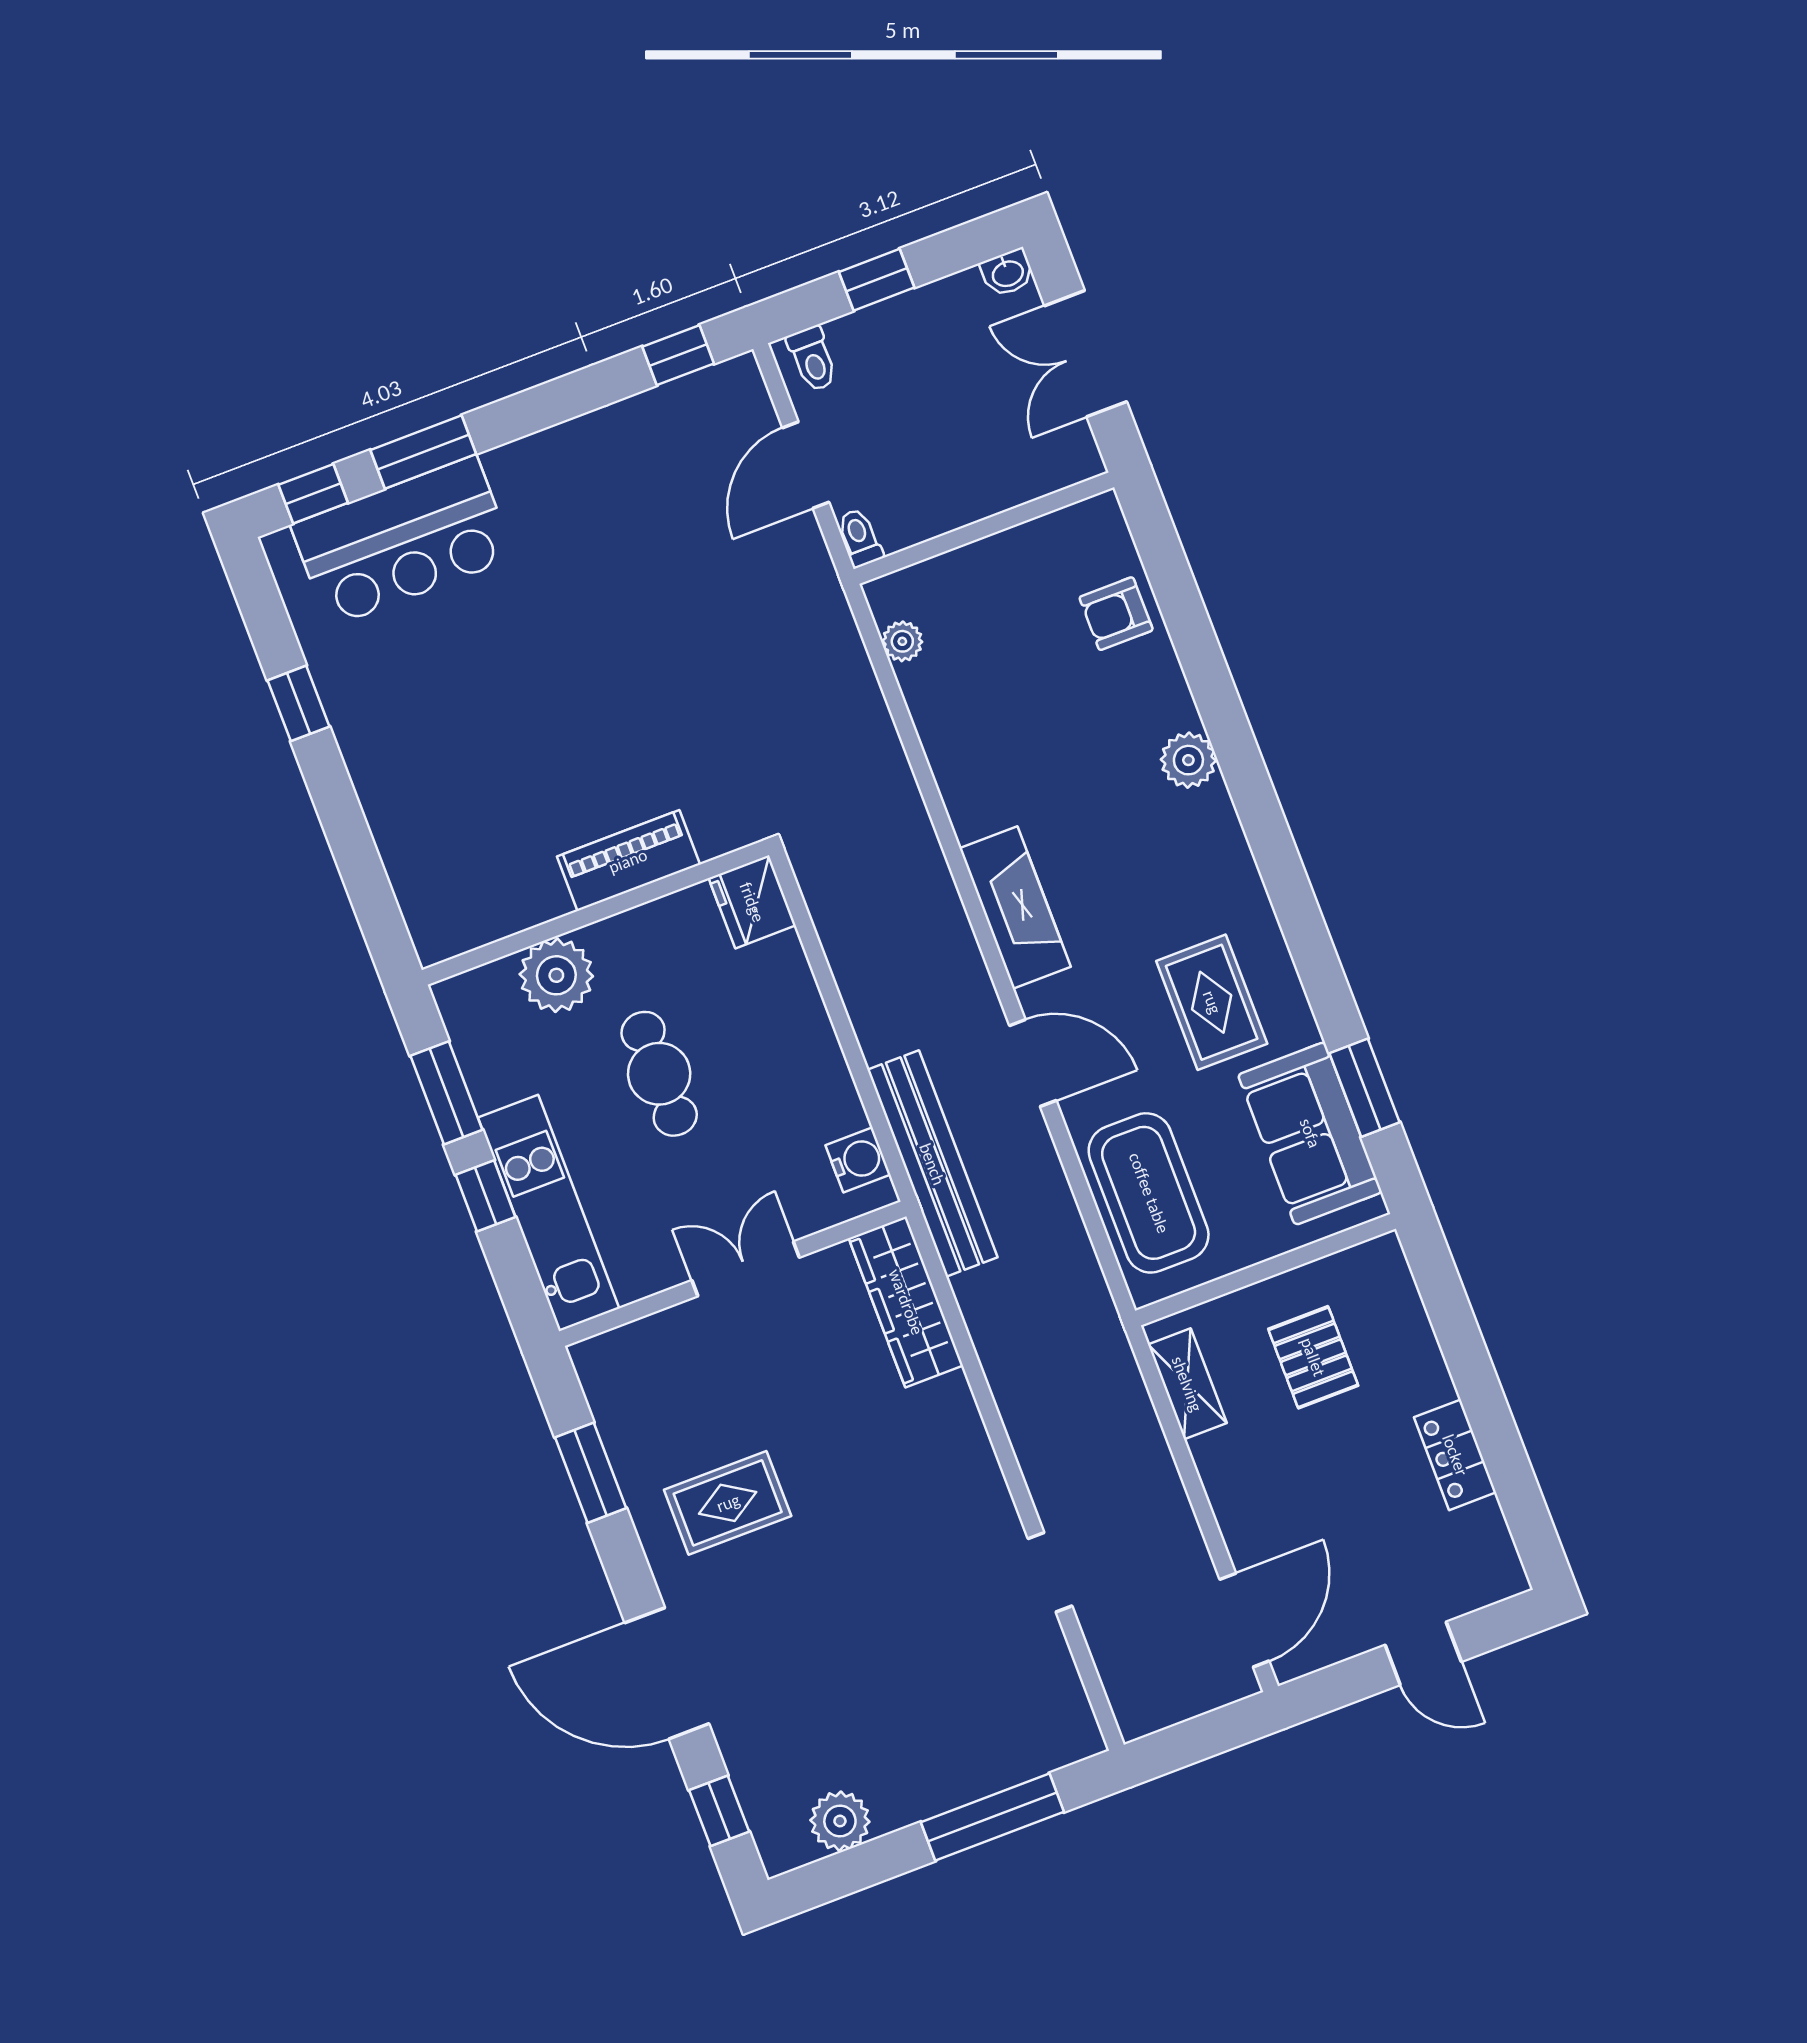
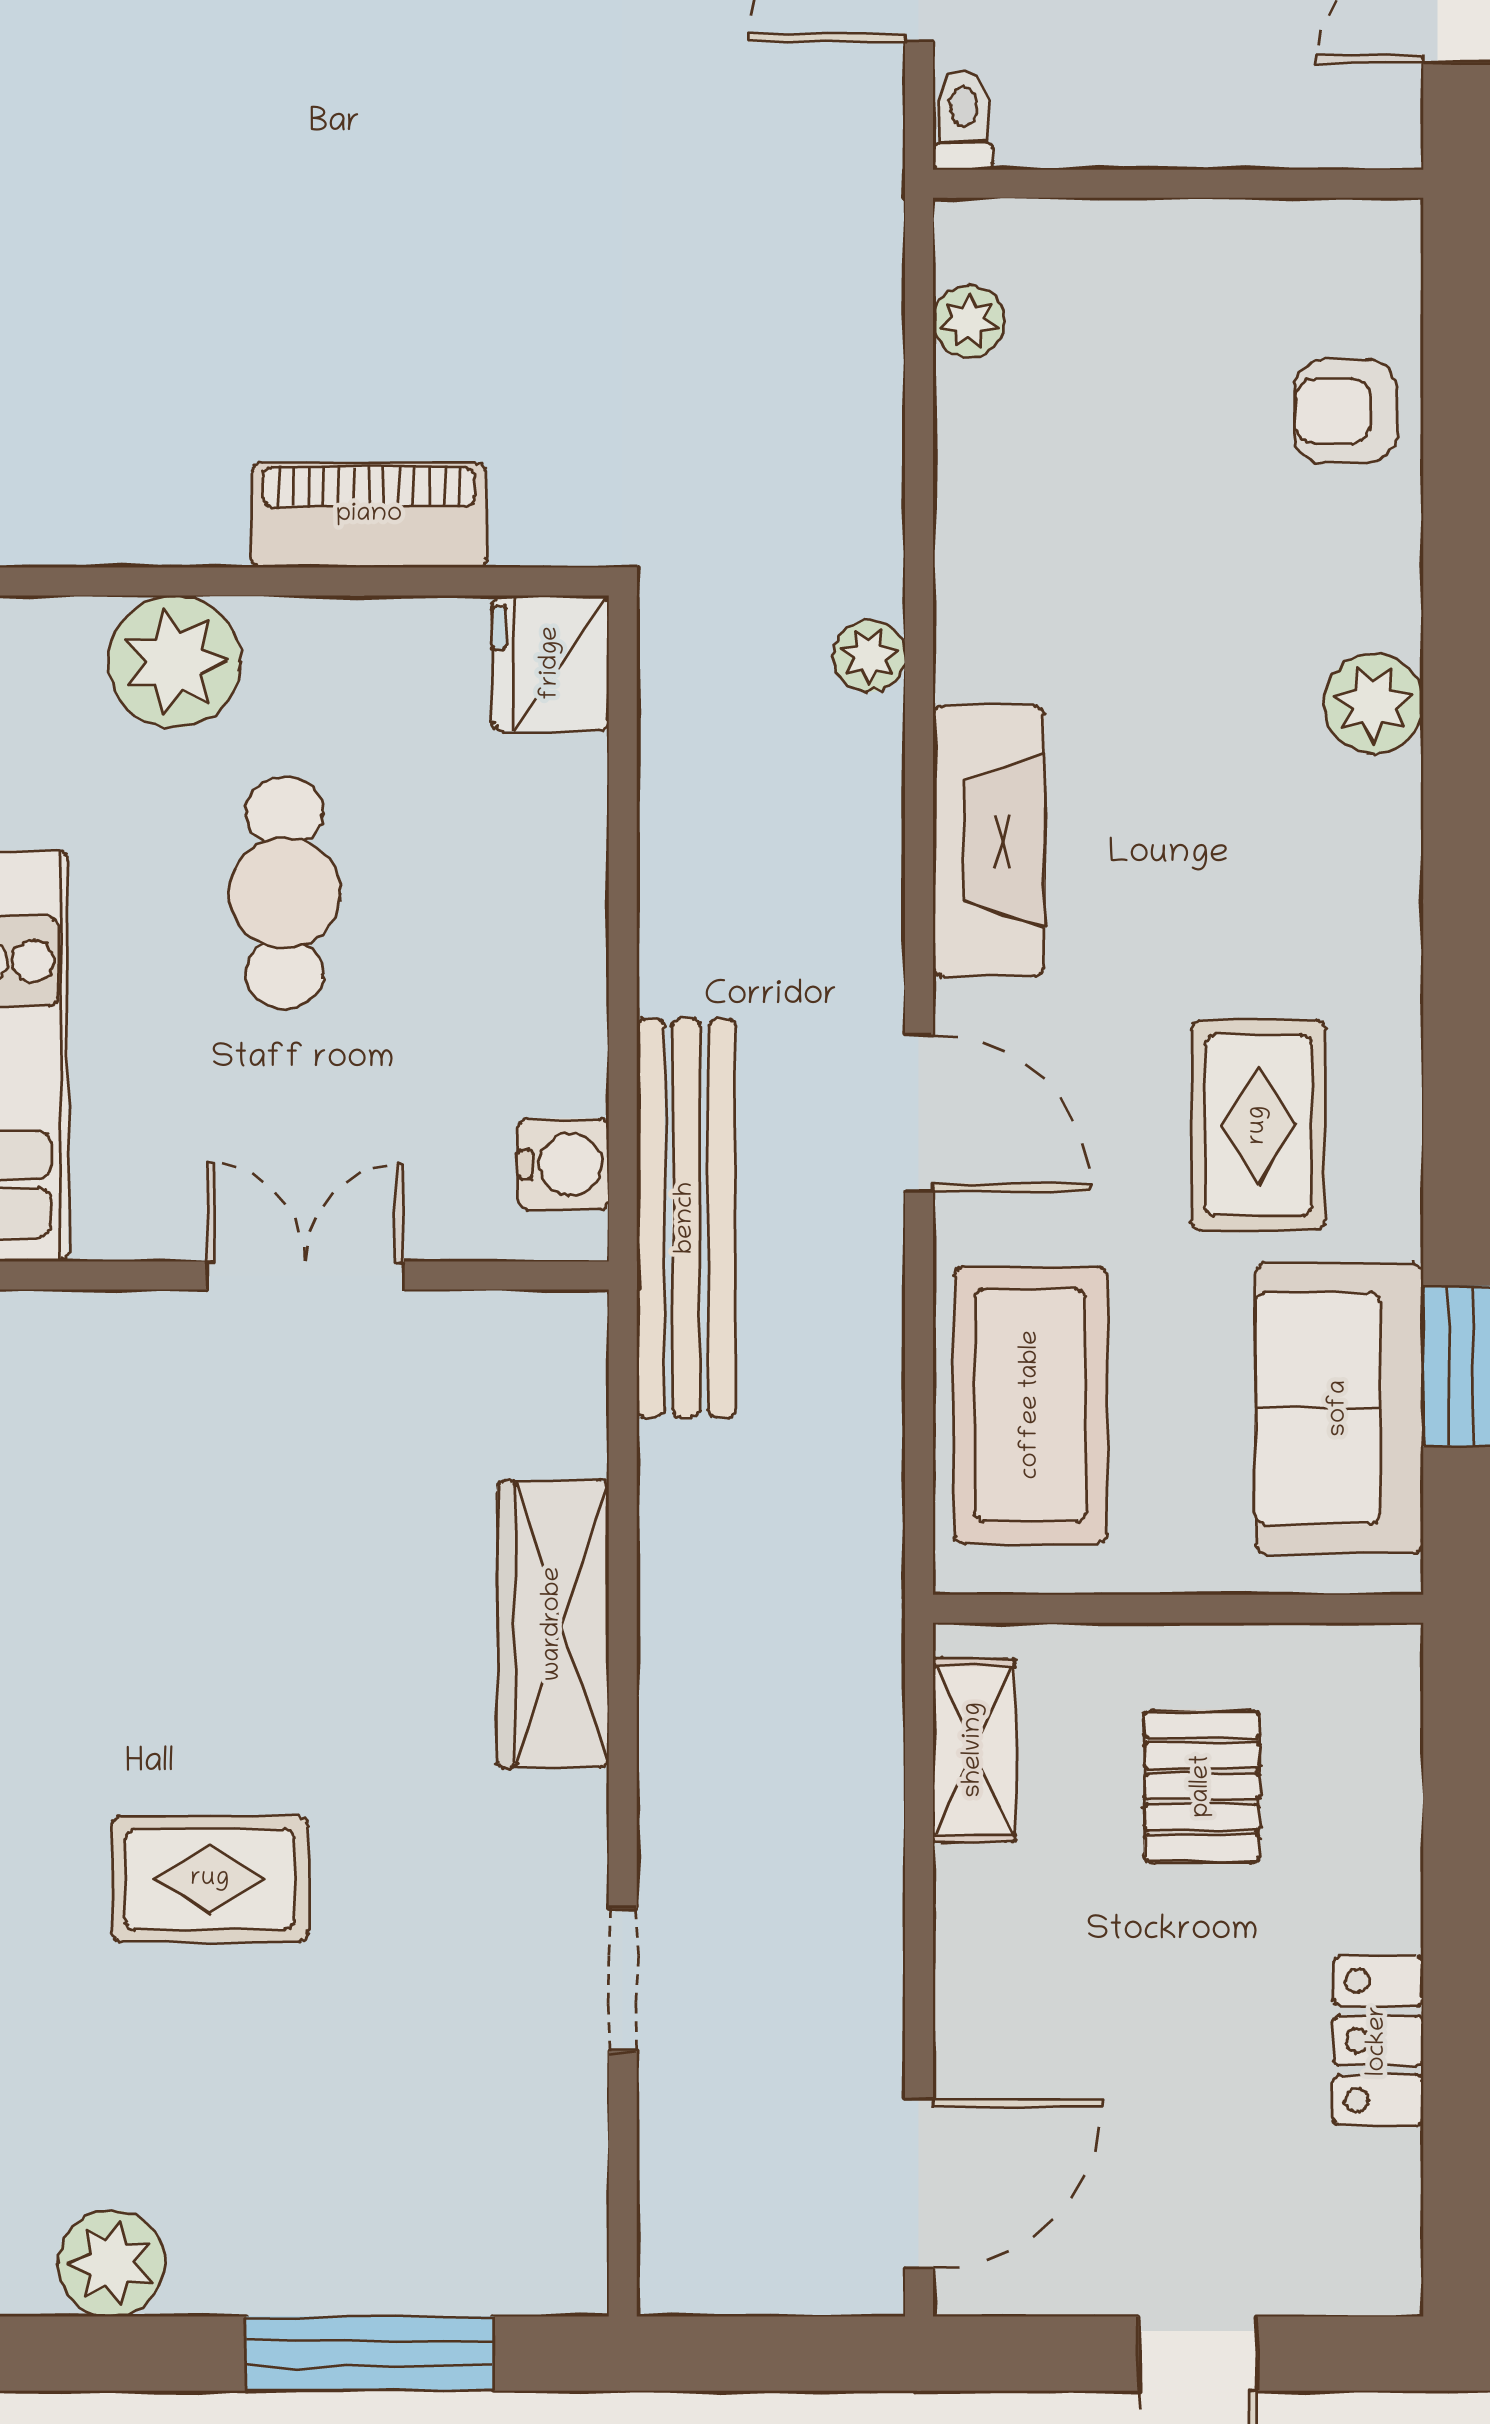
plant: (917, 835) -> (869, 656), added
wardrobe: (906, 1302) -> (553, 1624), moved
rug: (728, 1503) -> (210, 1879), moved

